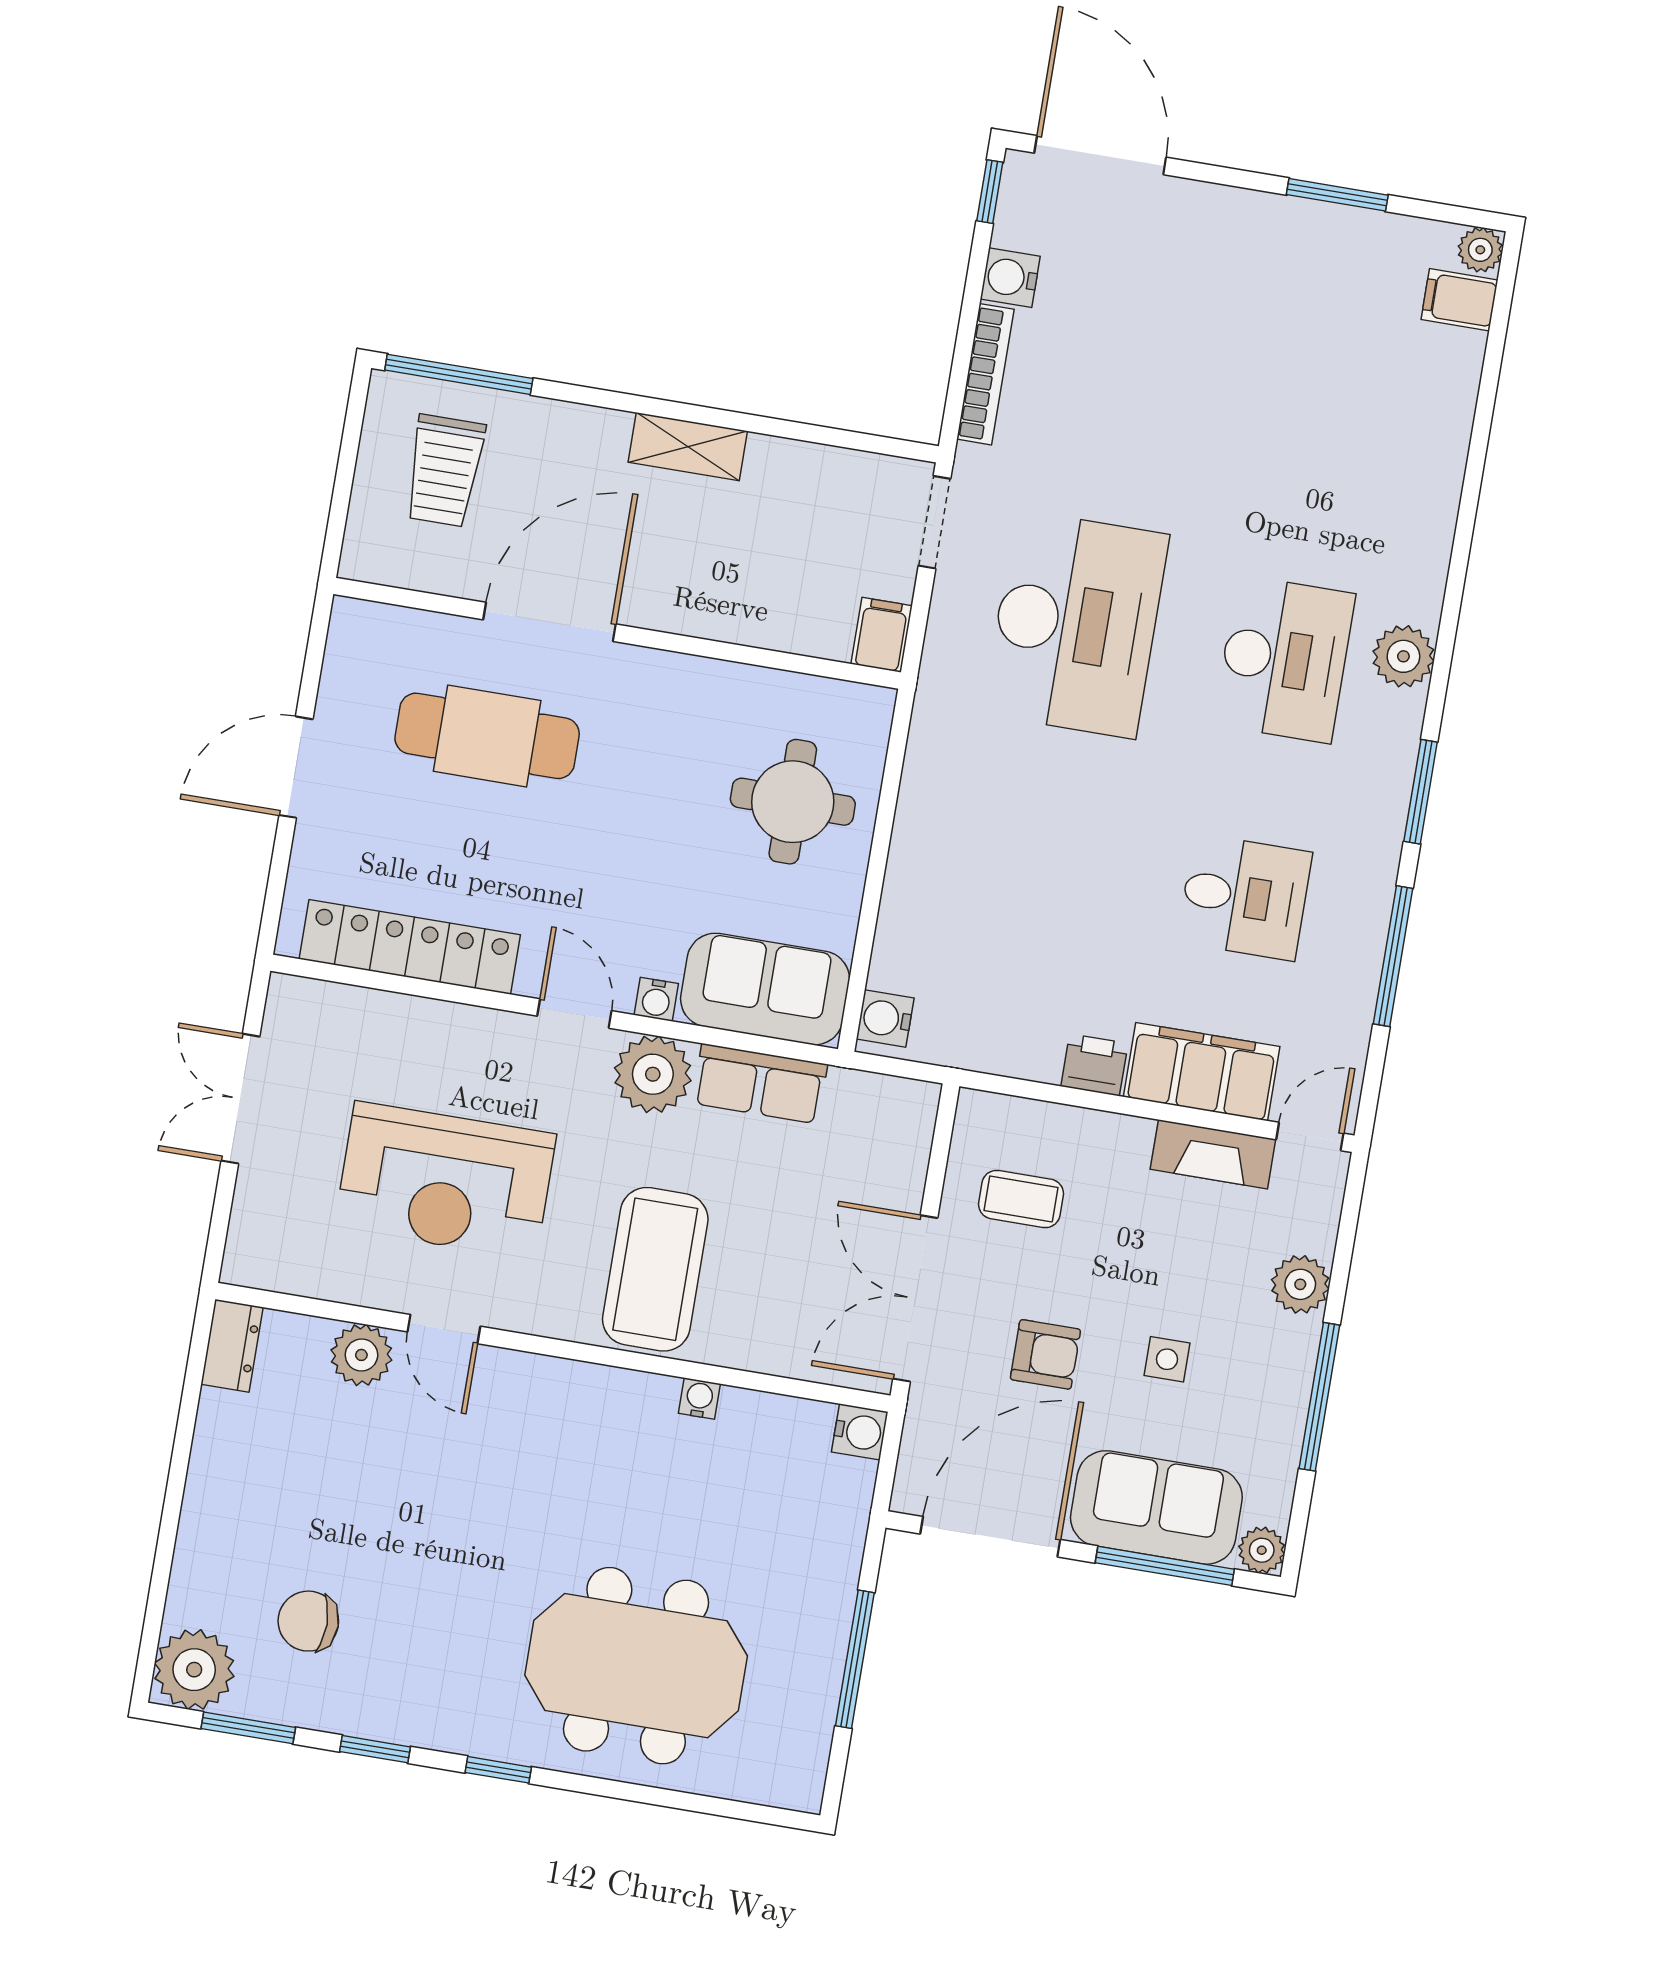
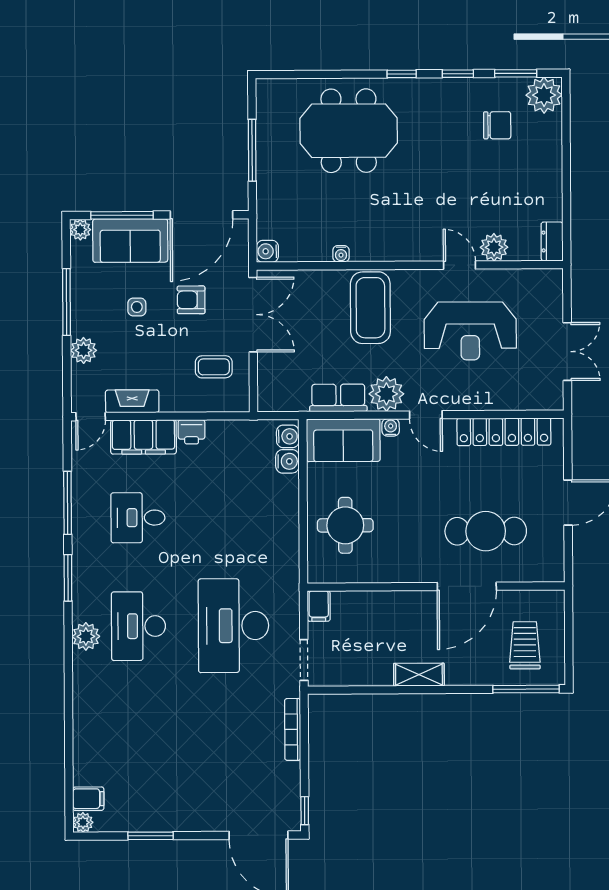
water cooler: (1010, 278) -> (287, 461), moved
reception desk: (445, 1181) -> (470, 331), turned 180

